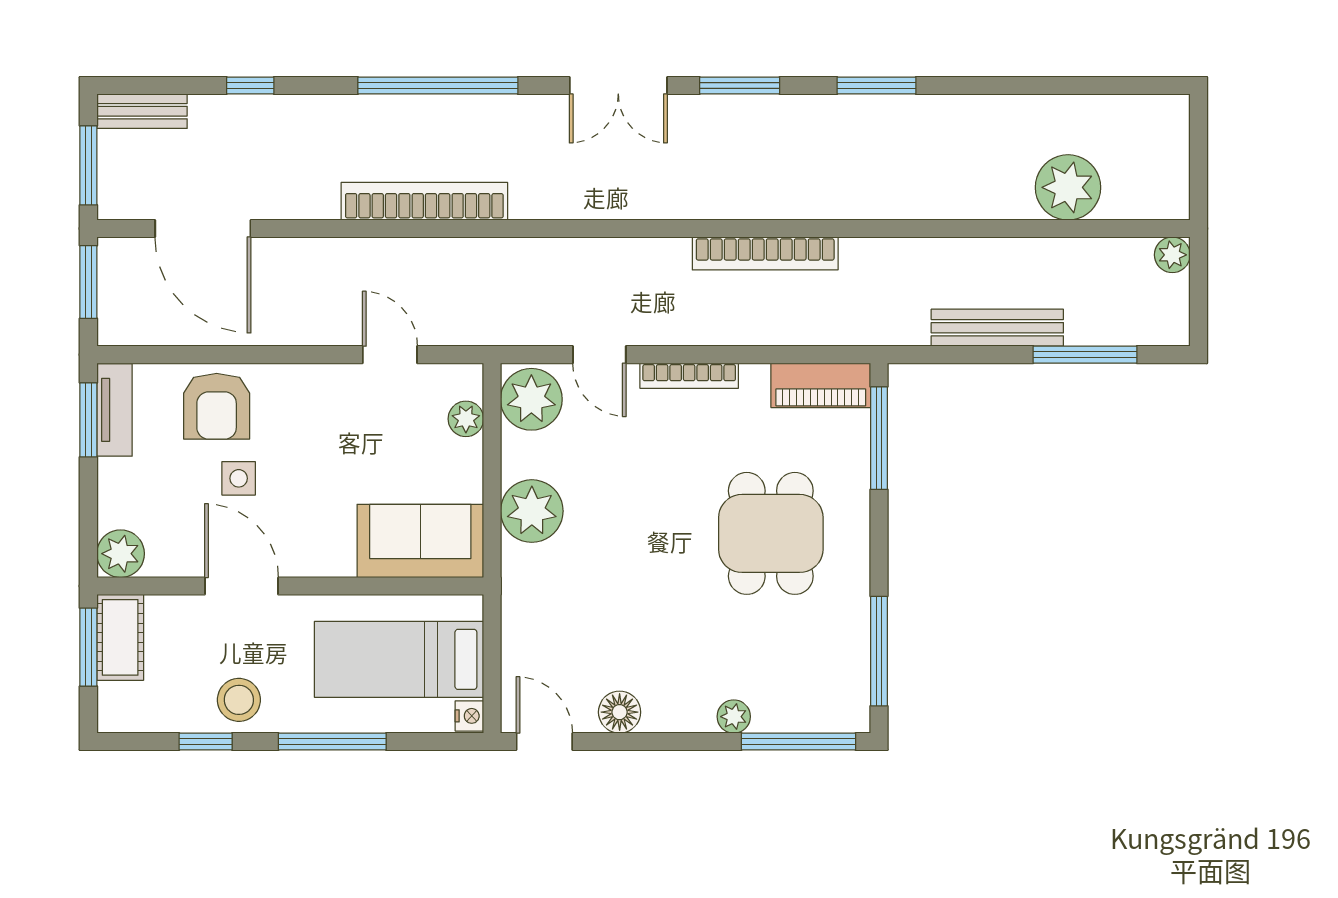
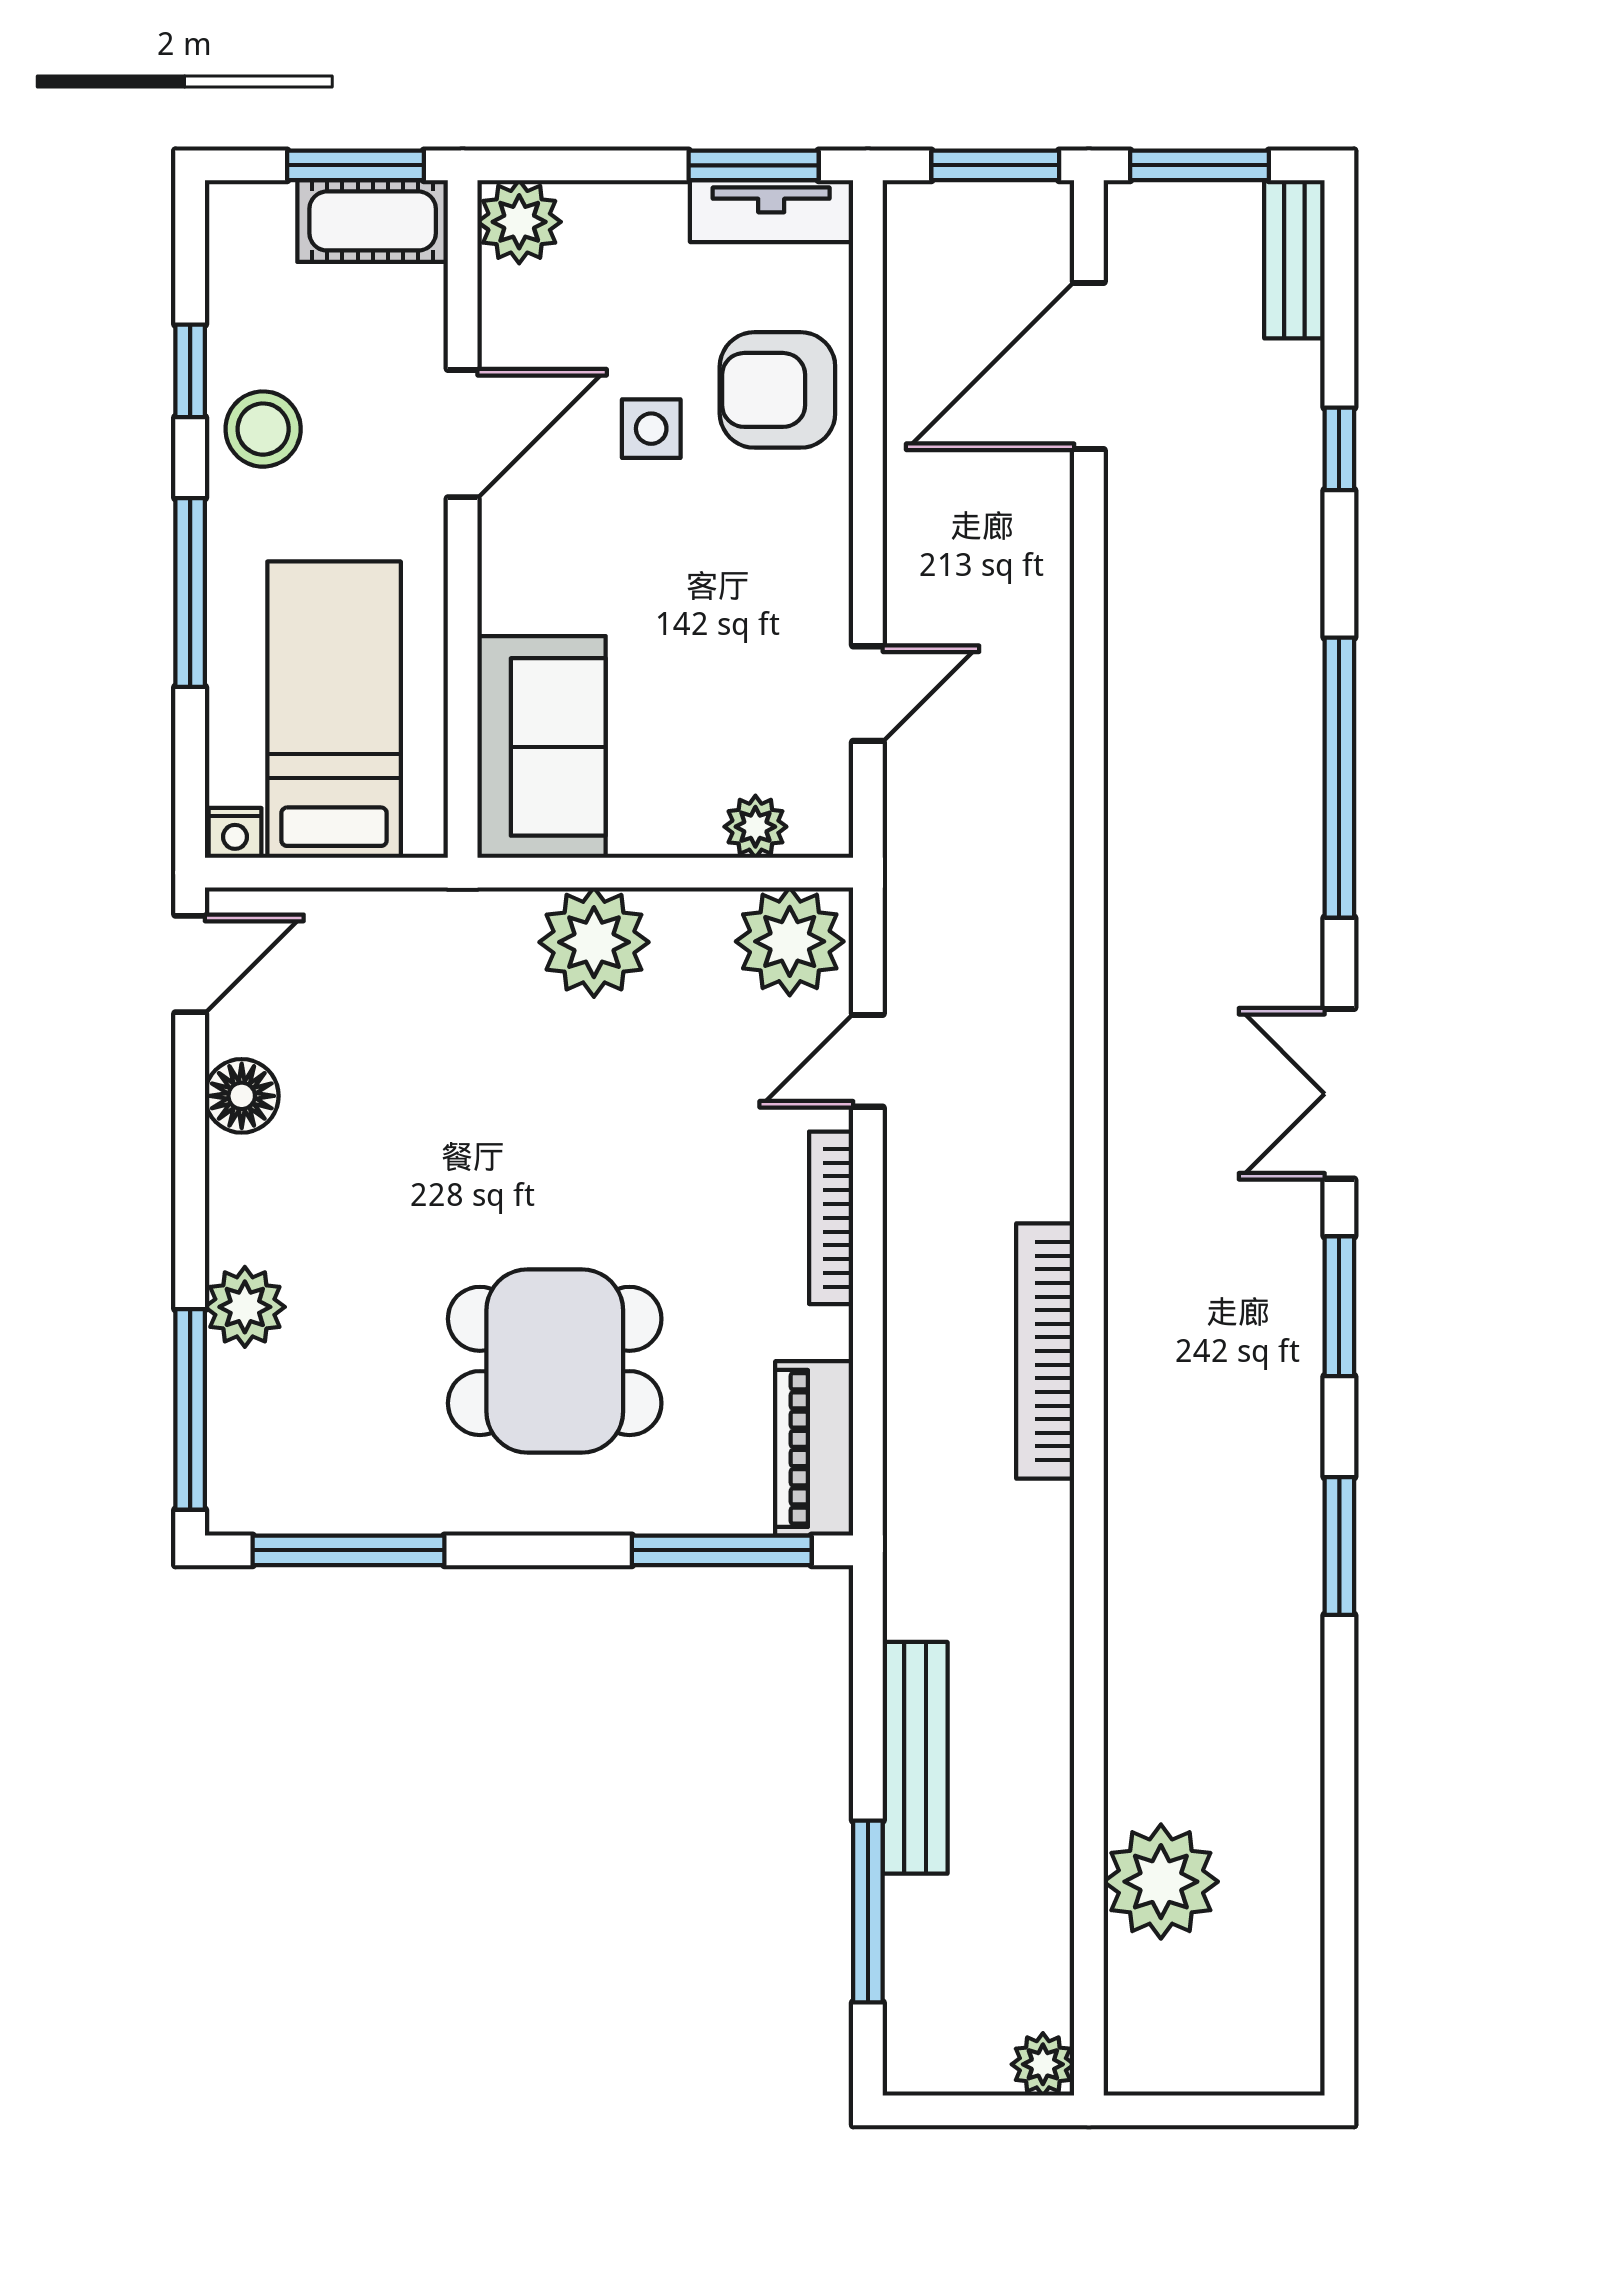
bookcase: (424, 201) -> (1137, 754), removed
plant: (734, 717) -> (245, 1307), width x1.38, depth x1.38

